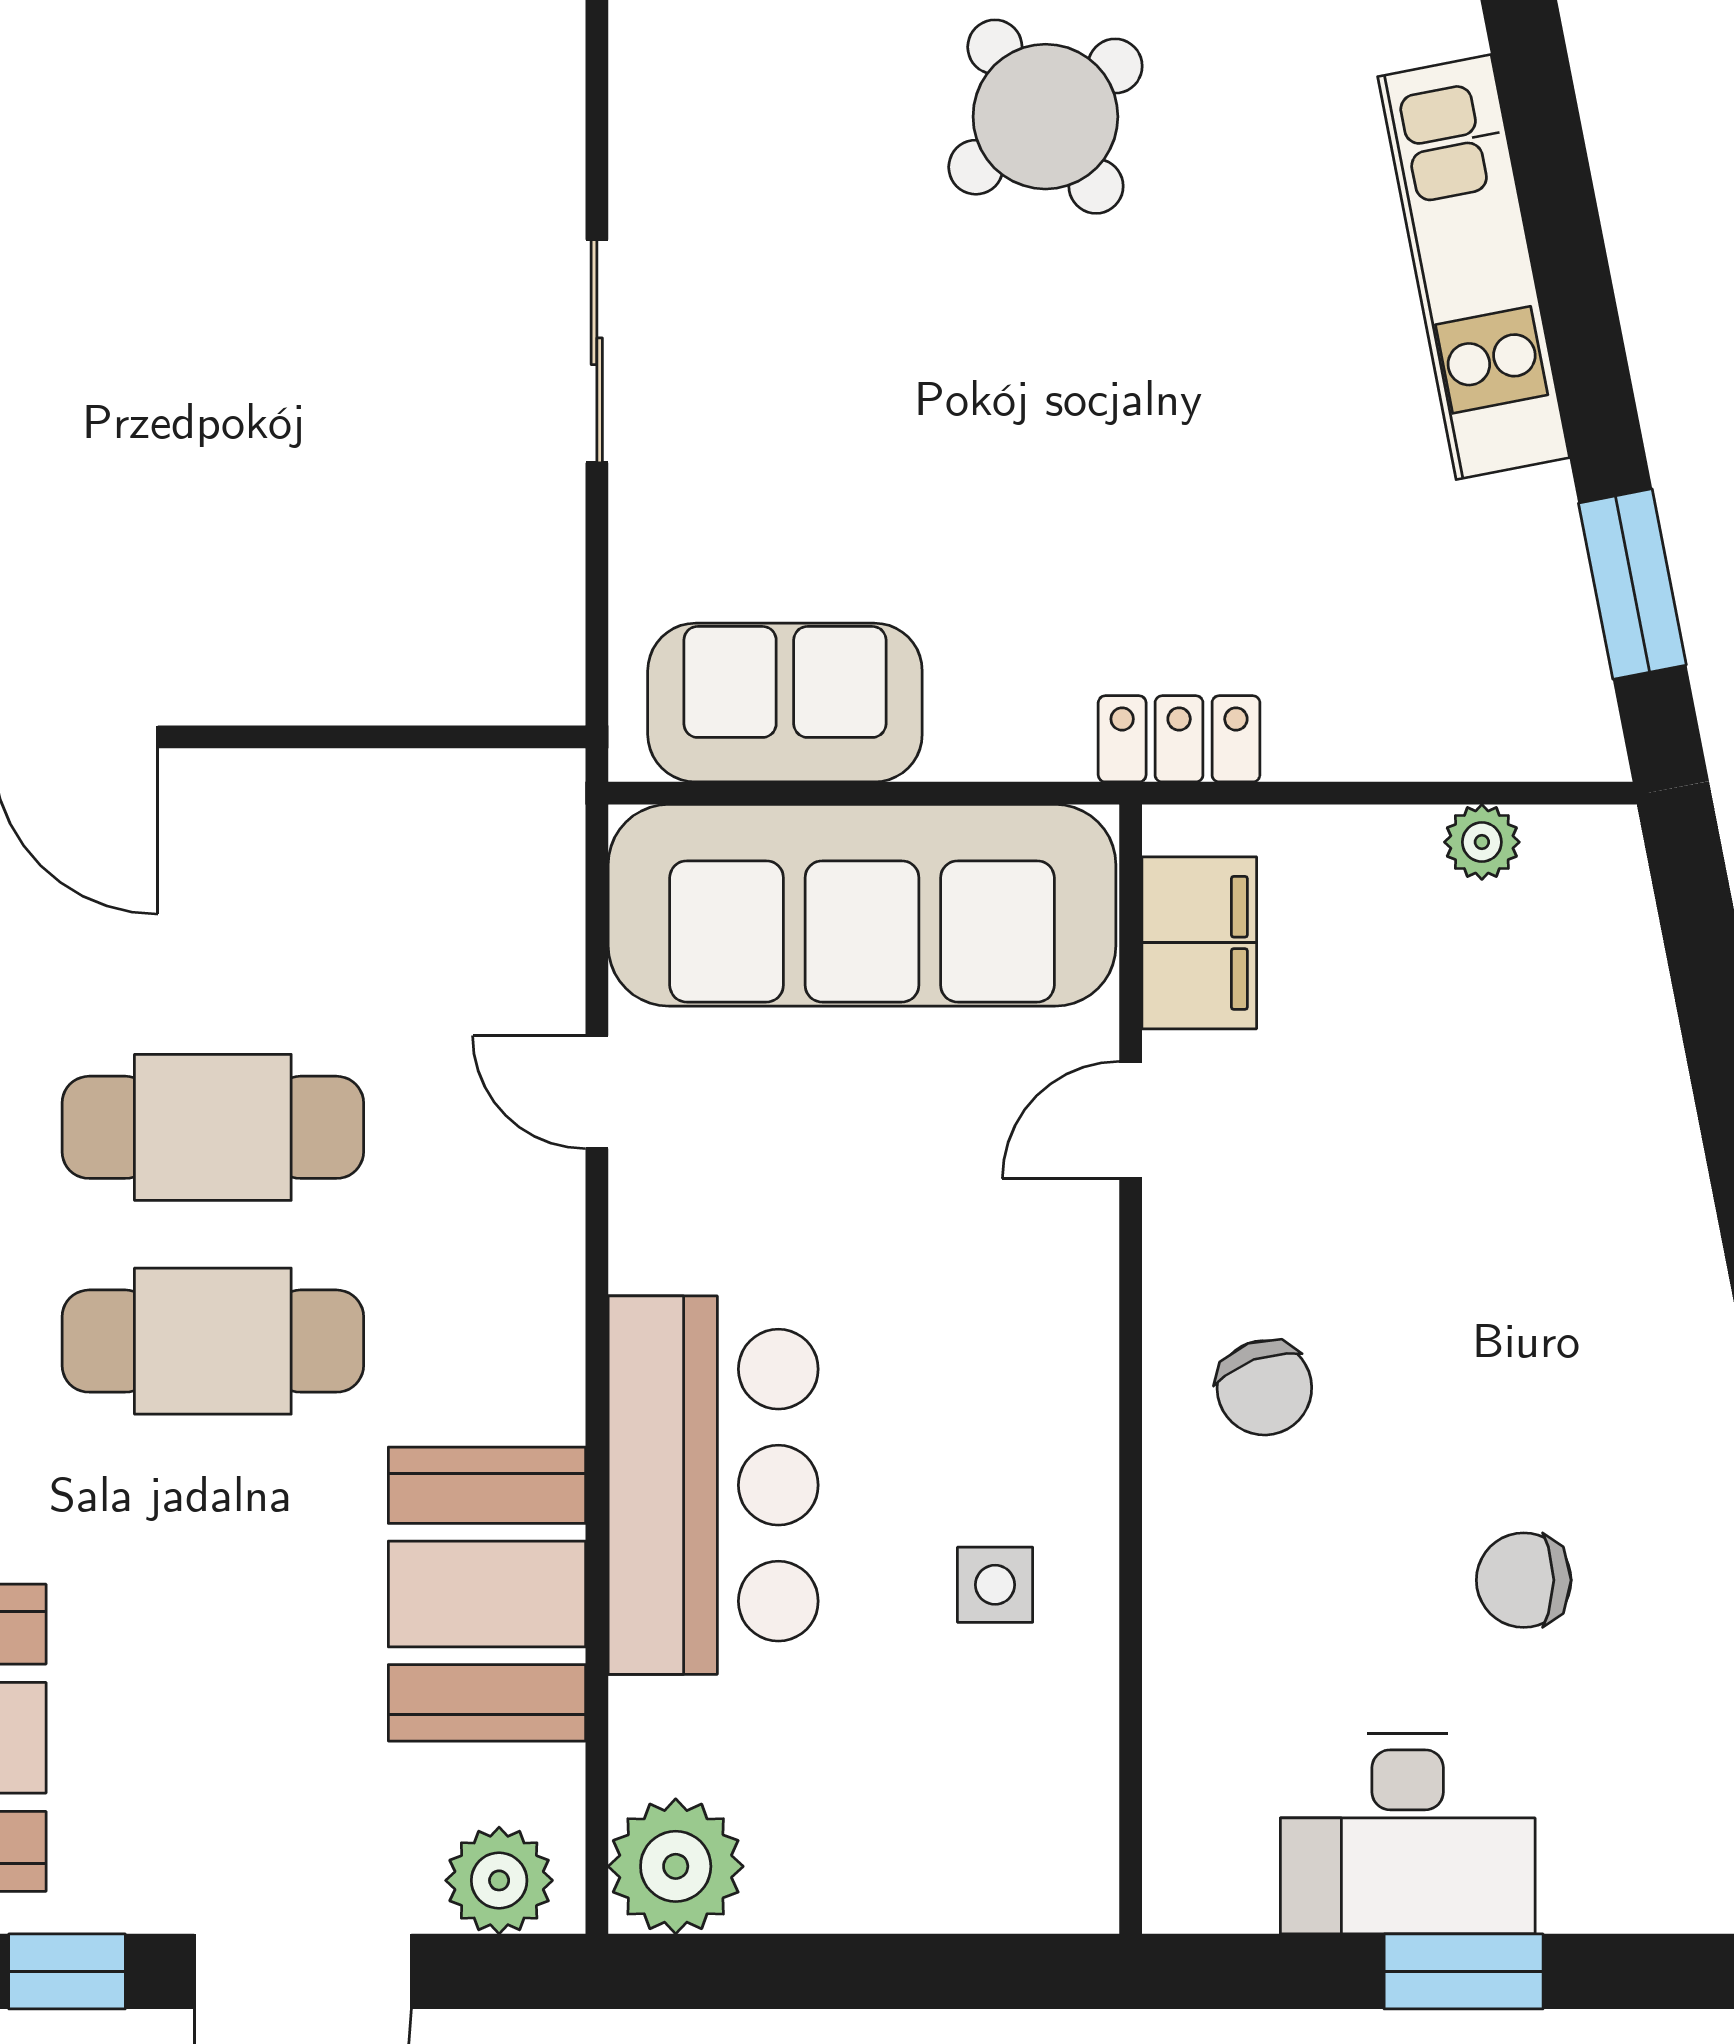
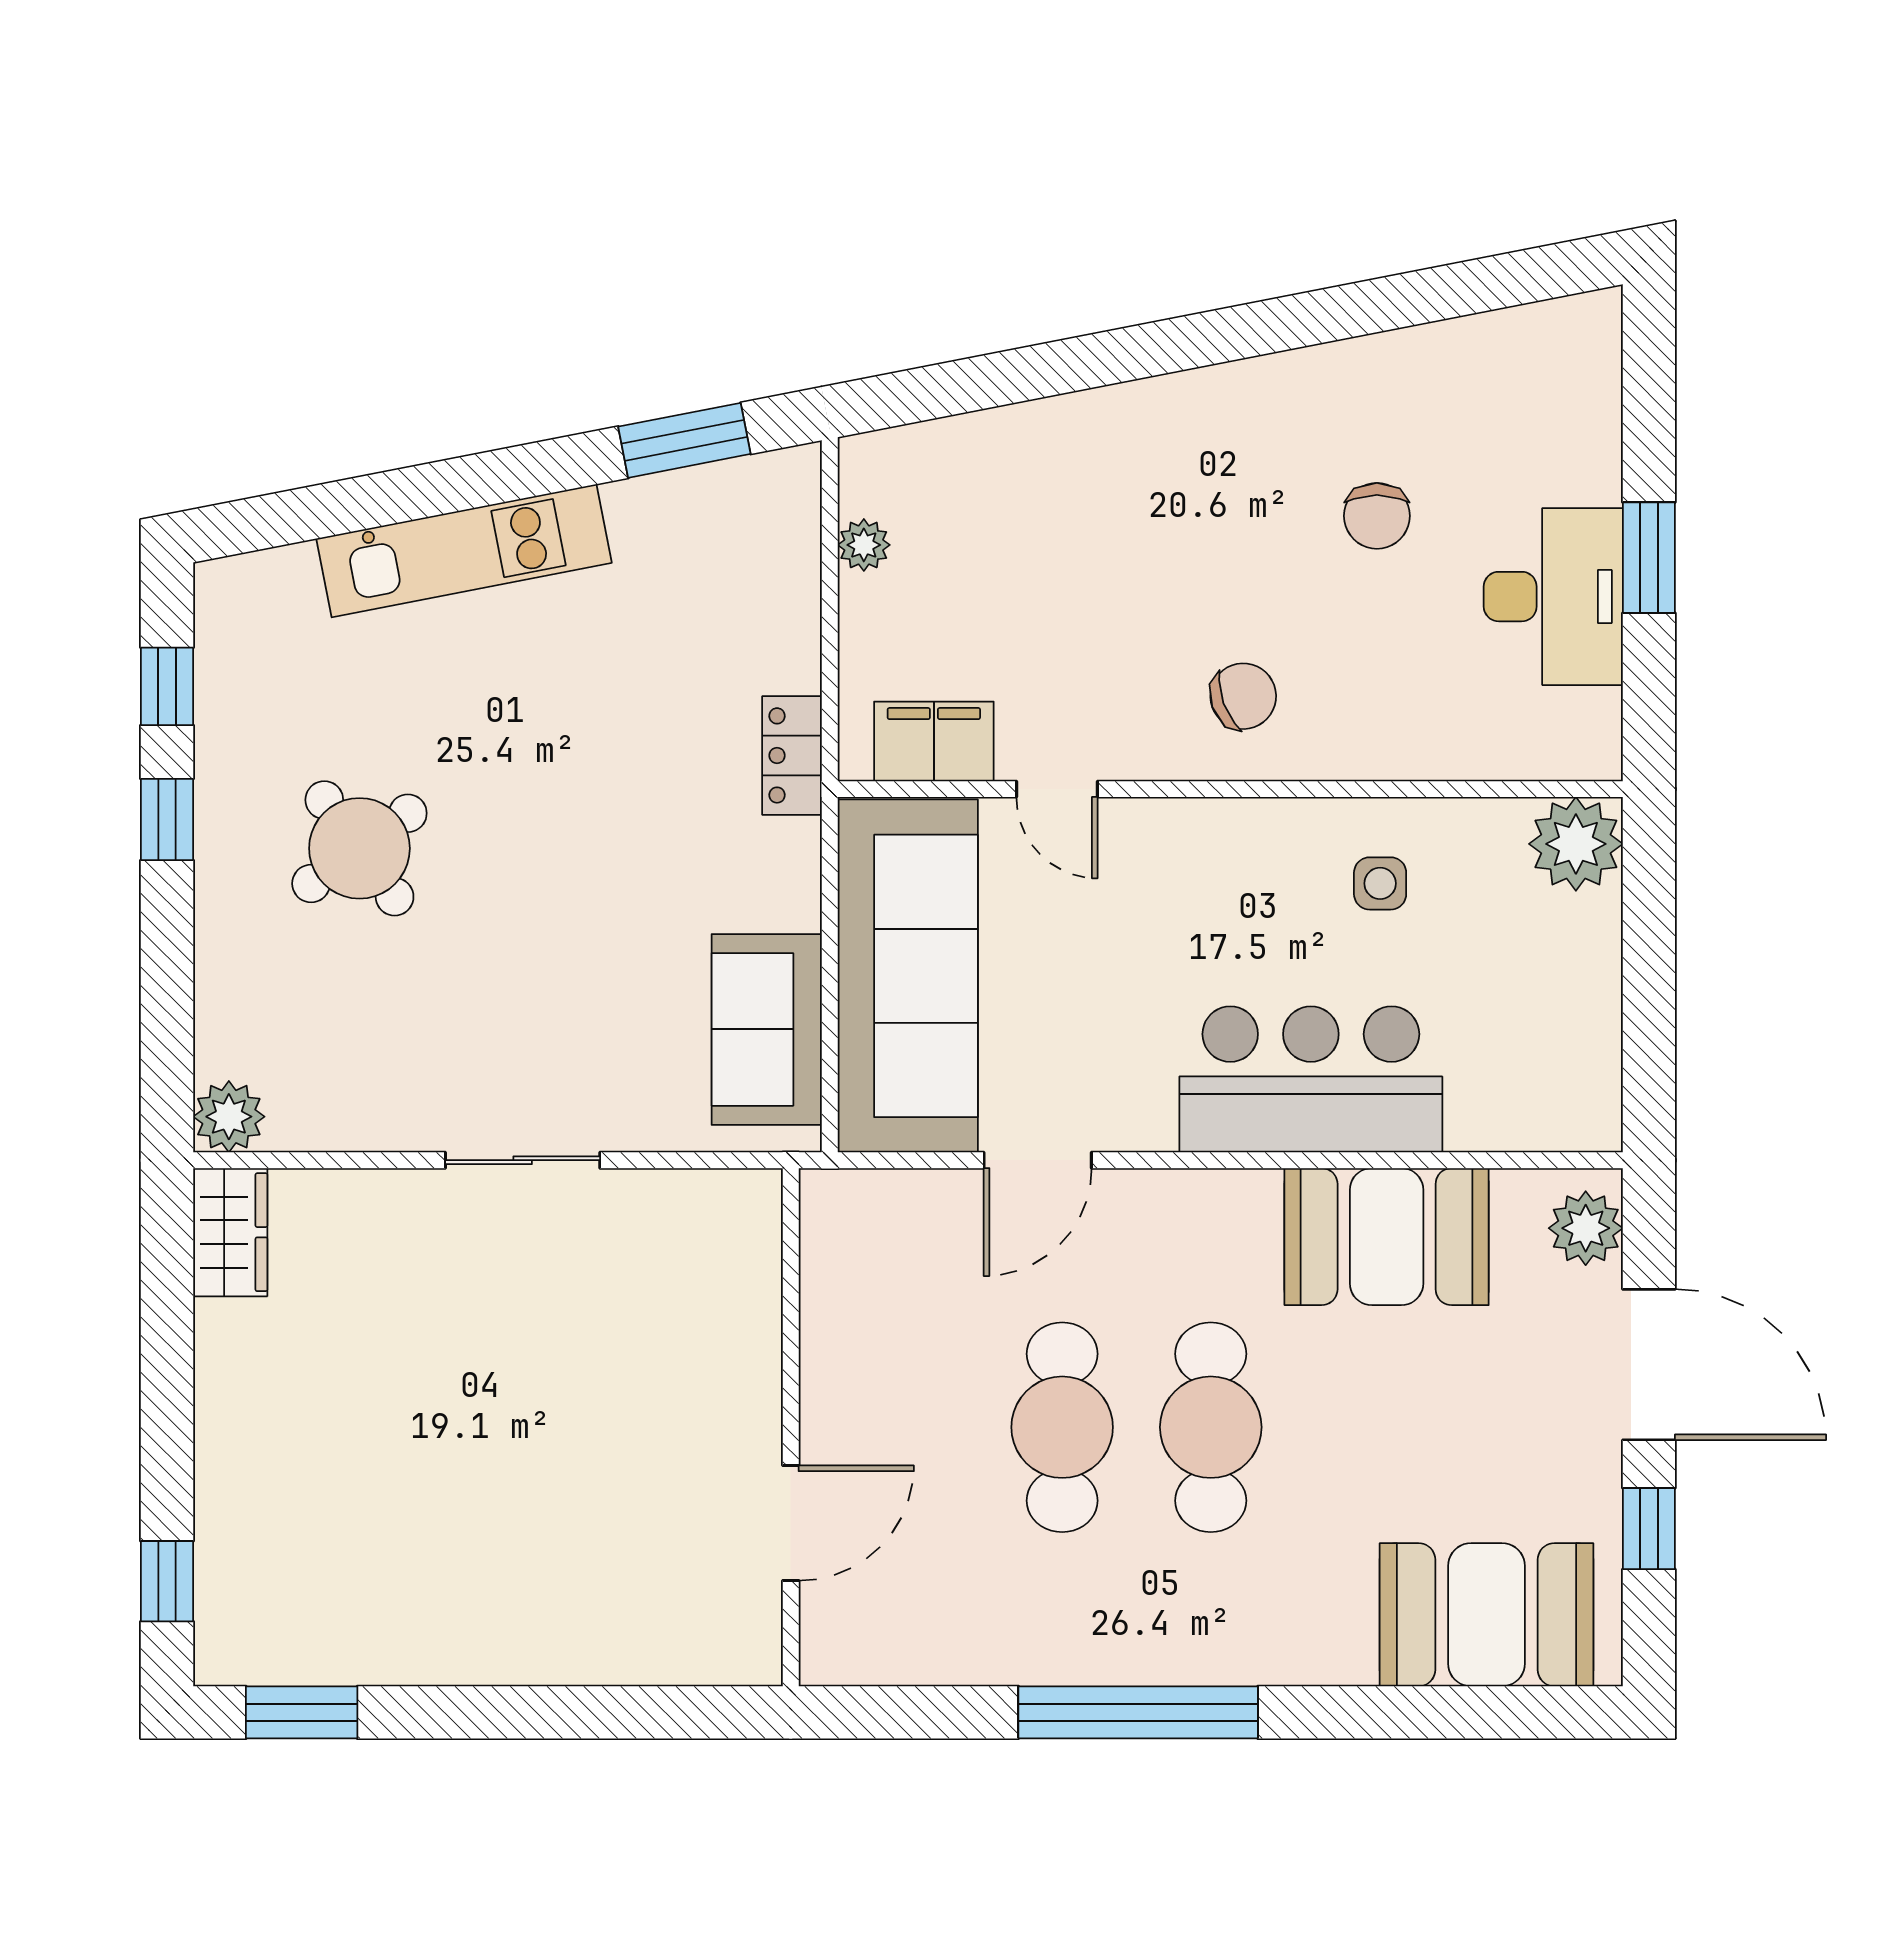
door: (597, 1092) -> (1038, 1160), width x1.37
plant: (676, 1866) -> (1576, 844), moved

